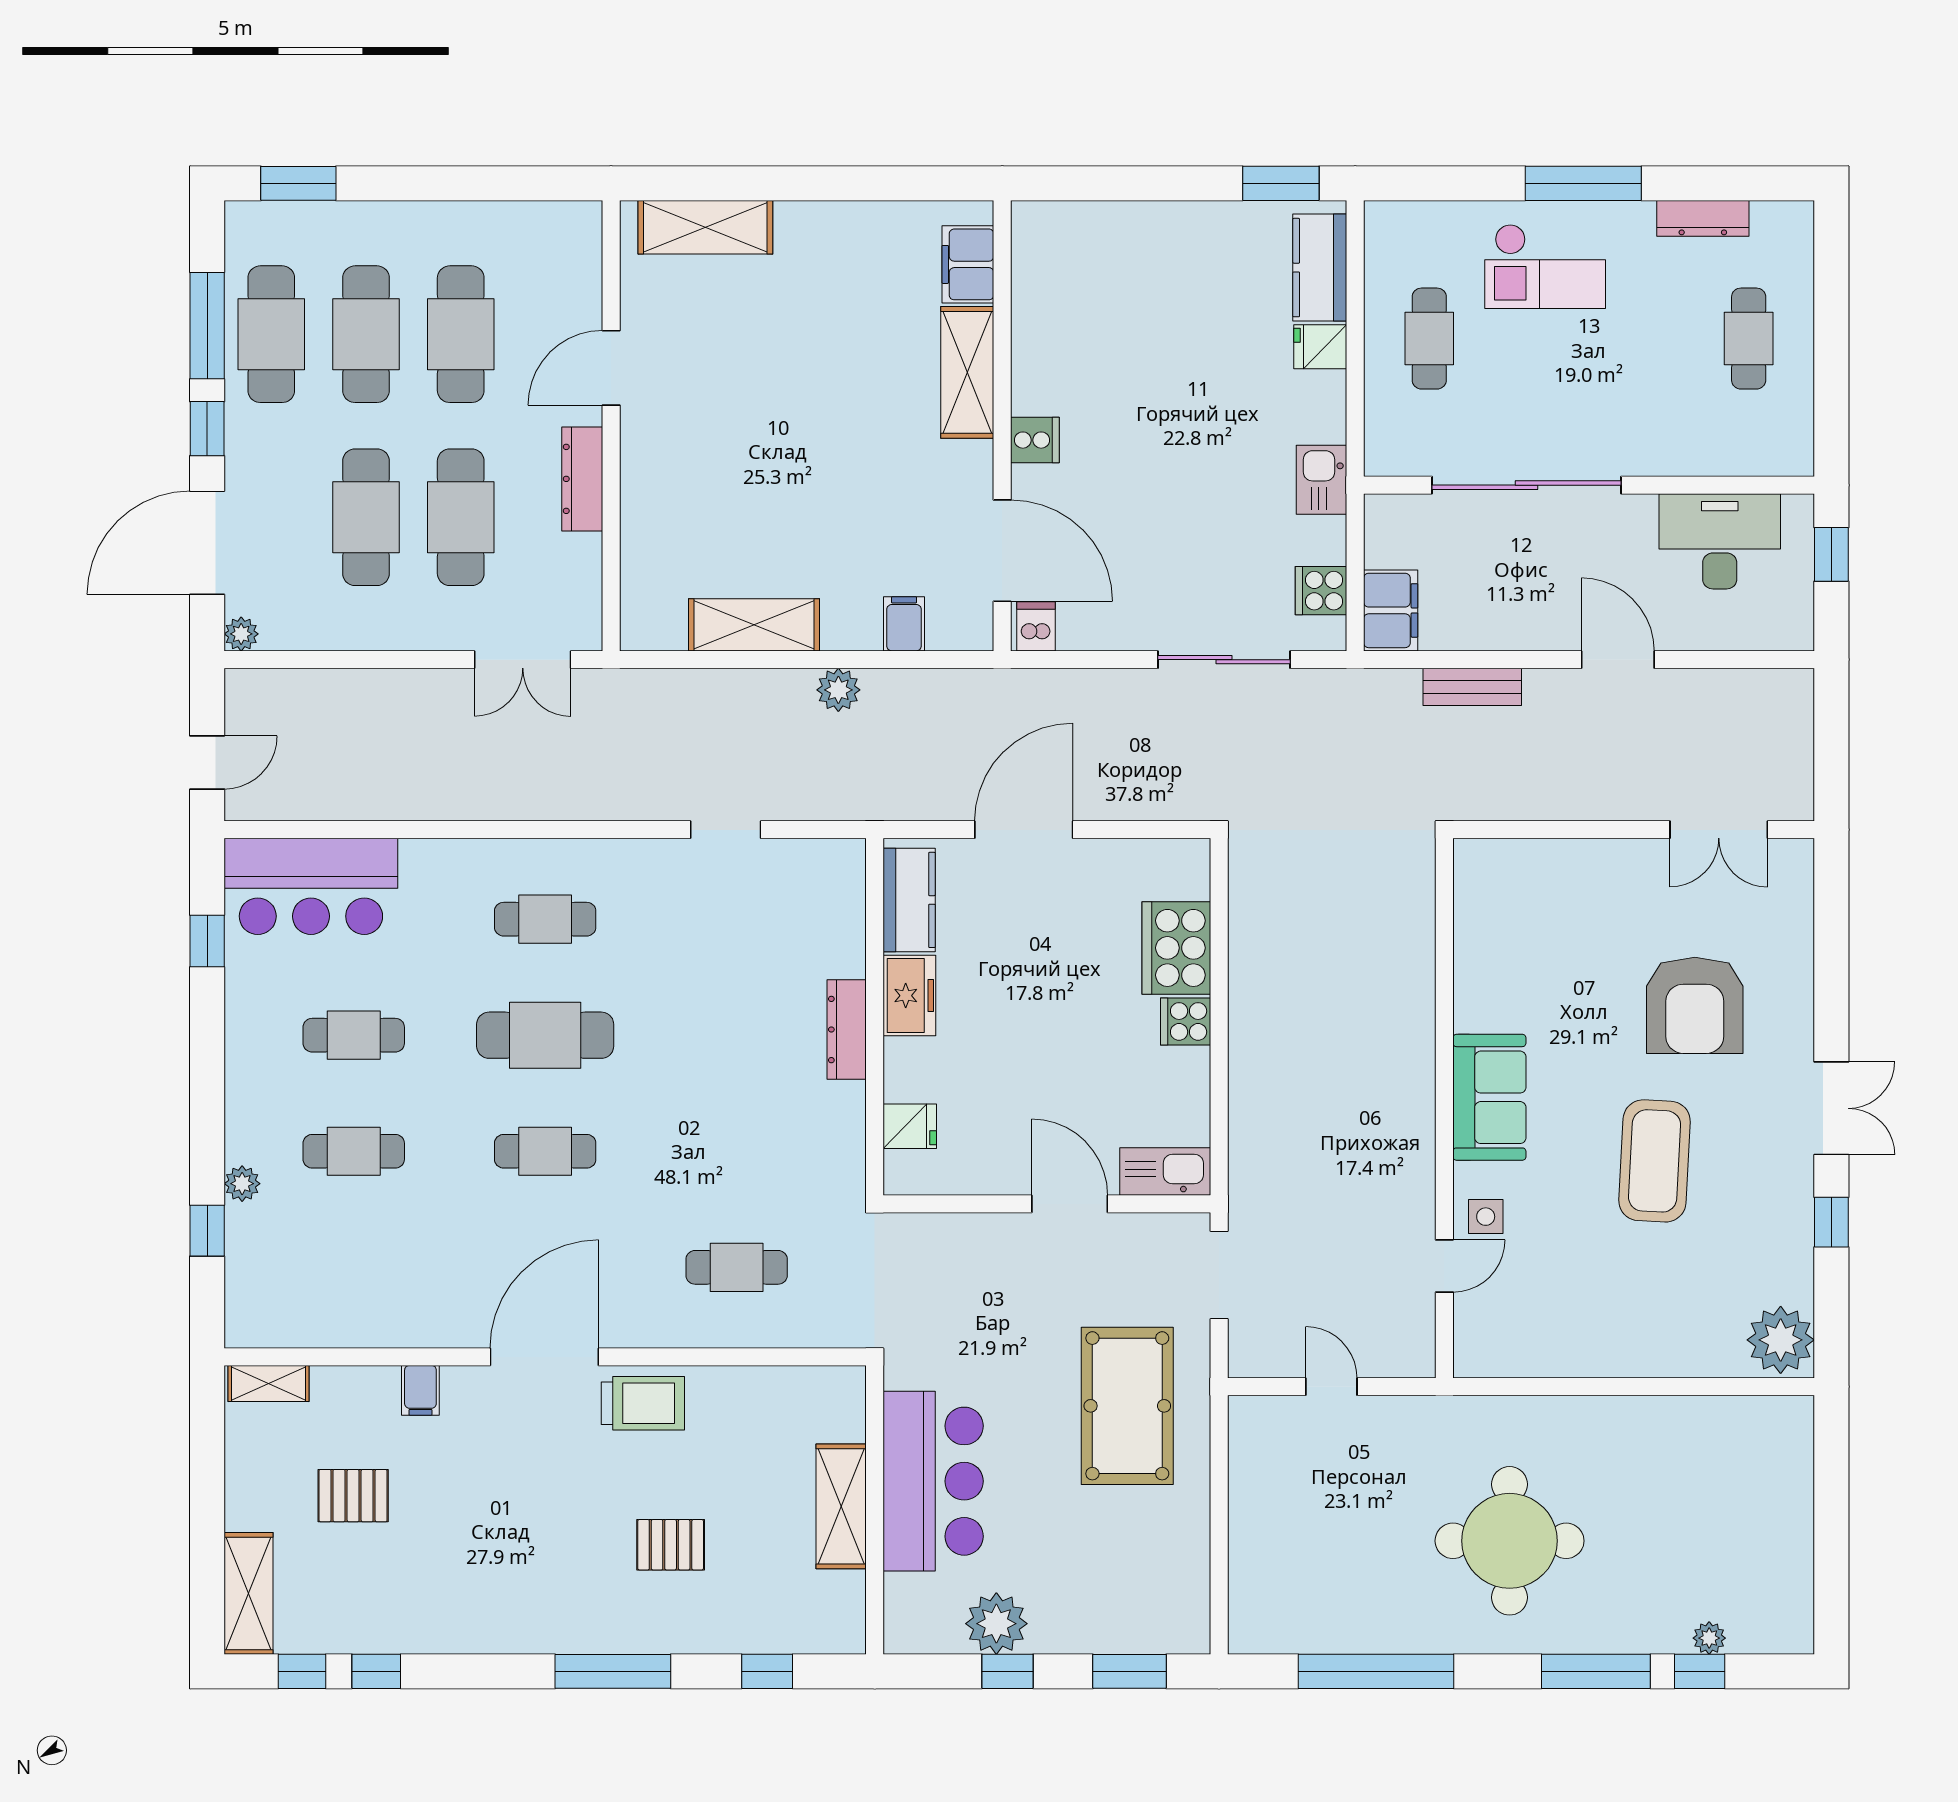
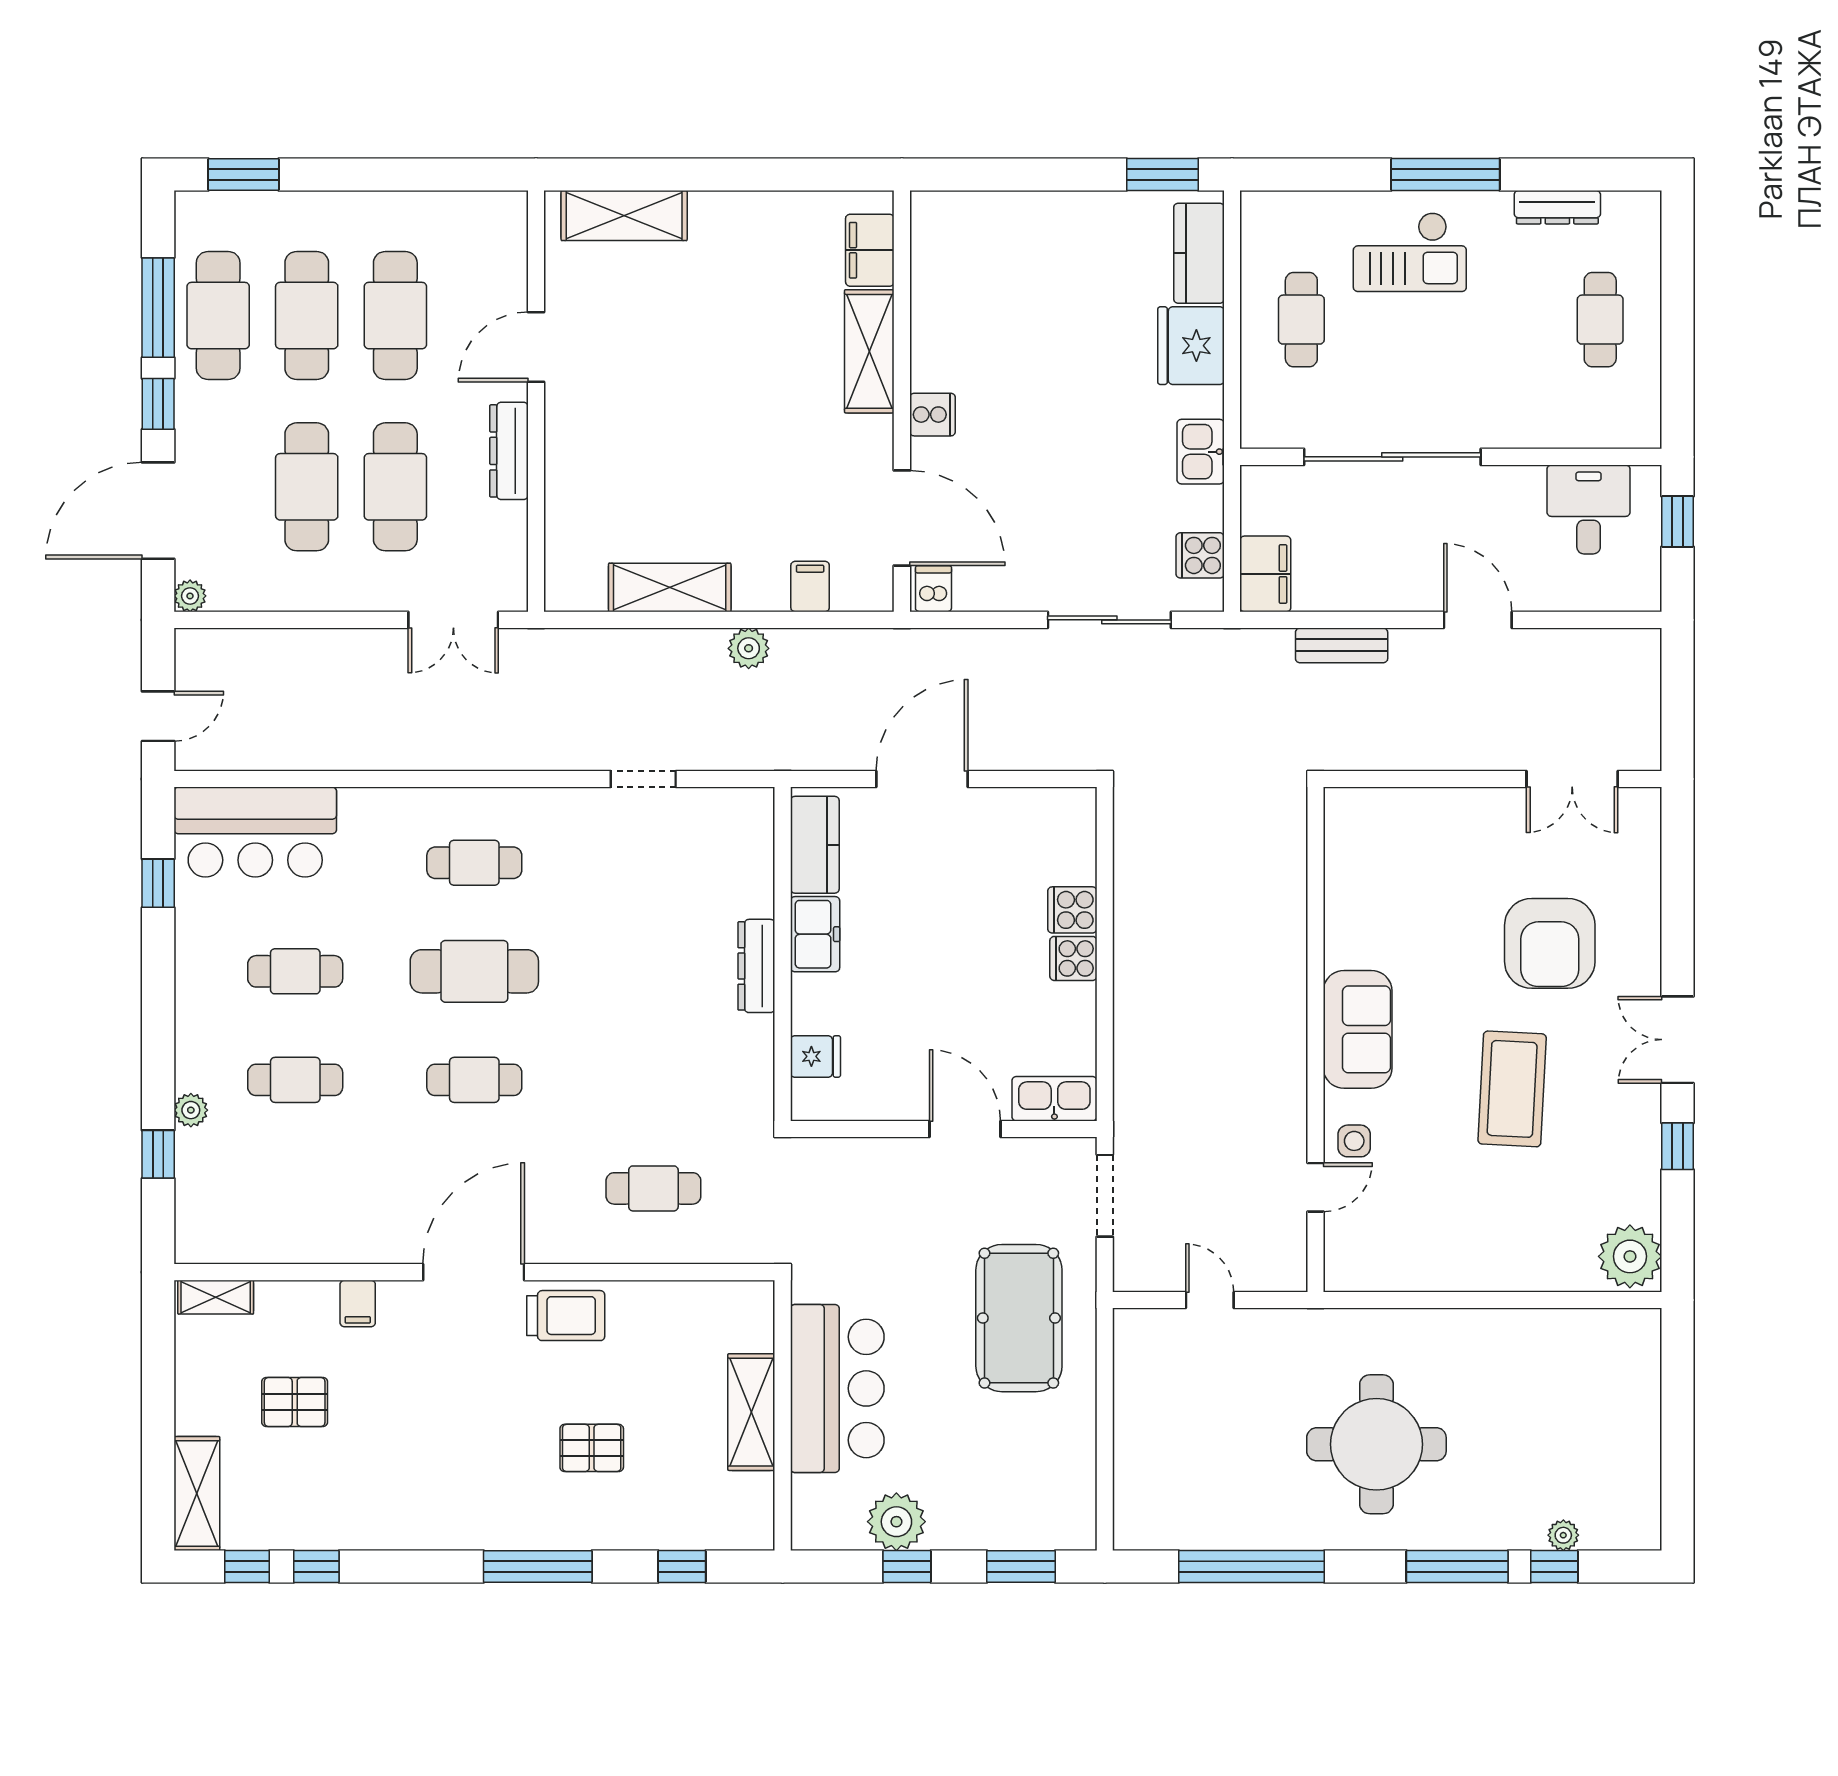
fridge: (1320, 347) -> (1191, 346), width x1.88, depth x1.34
desk: (1720, 541) -> (1589, 509), width x0.73
cooker: (1176, 948) -> (1072, 910), width x0.53, depth x0.76
double door: (1831, 1108) -> (1677, 1040), swing flipped

